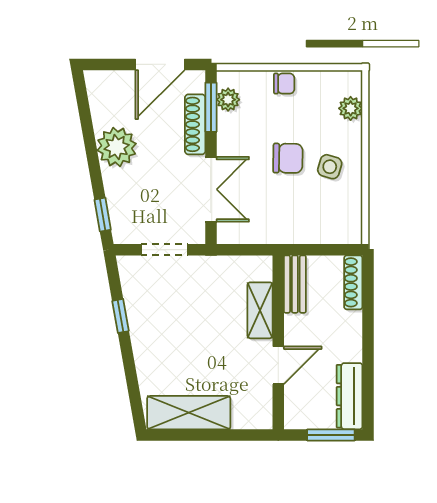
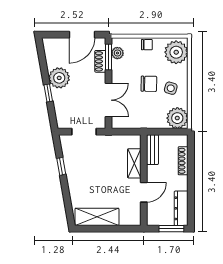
plant: (351, 108) -> (176, 52), width x1.87, depth x1.87
shoe rack: (195, 124) -> (100, 61), width x0.70
window: (103, 215) -> (48, 93), moved
plant: (342, 224) -> (177, 118), added
shoe rack: (353, 282) -> (183, 161), moved

